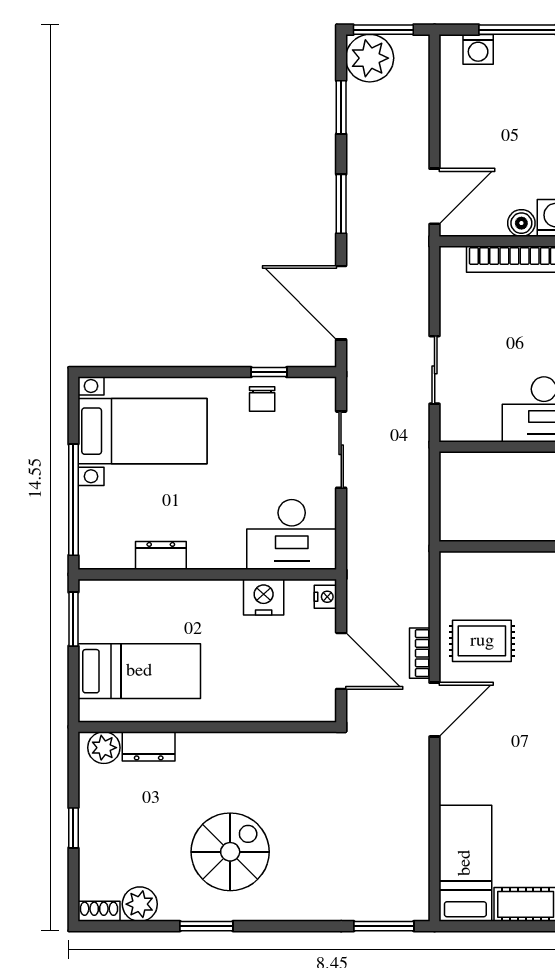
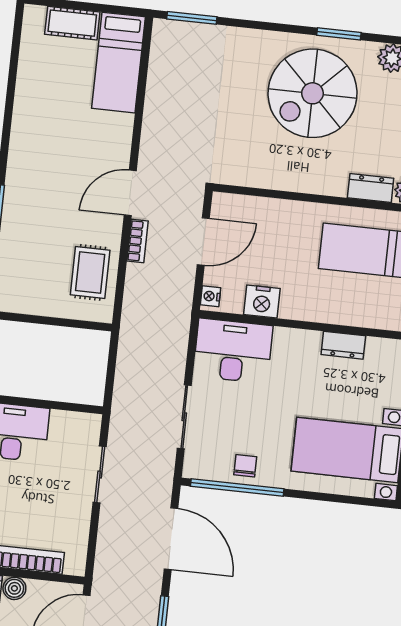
window: (269, 372) -> (237, 488), width x3.17
rug: (482, 641) -> (90, 273), moved, turned 90
door: (341, 661) -> (203, 242), swing flipped
spiral stairs: (230, 852) -> (313, 93), width x1.37, depth x1.37

